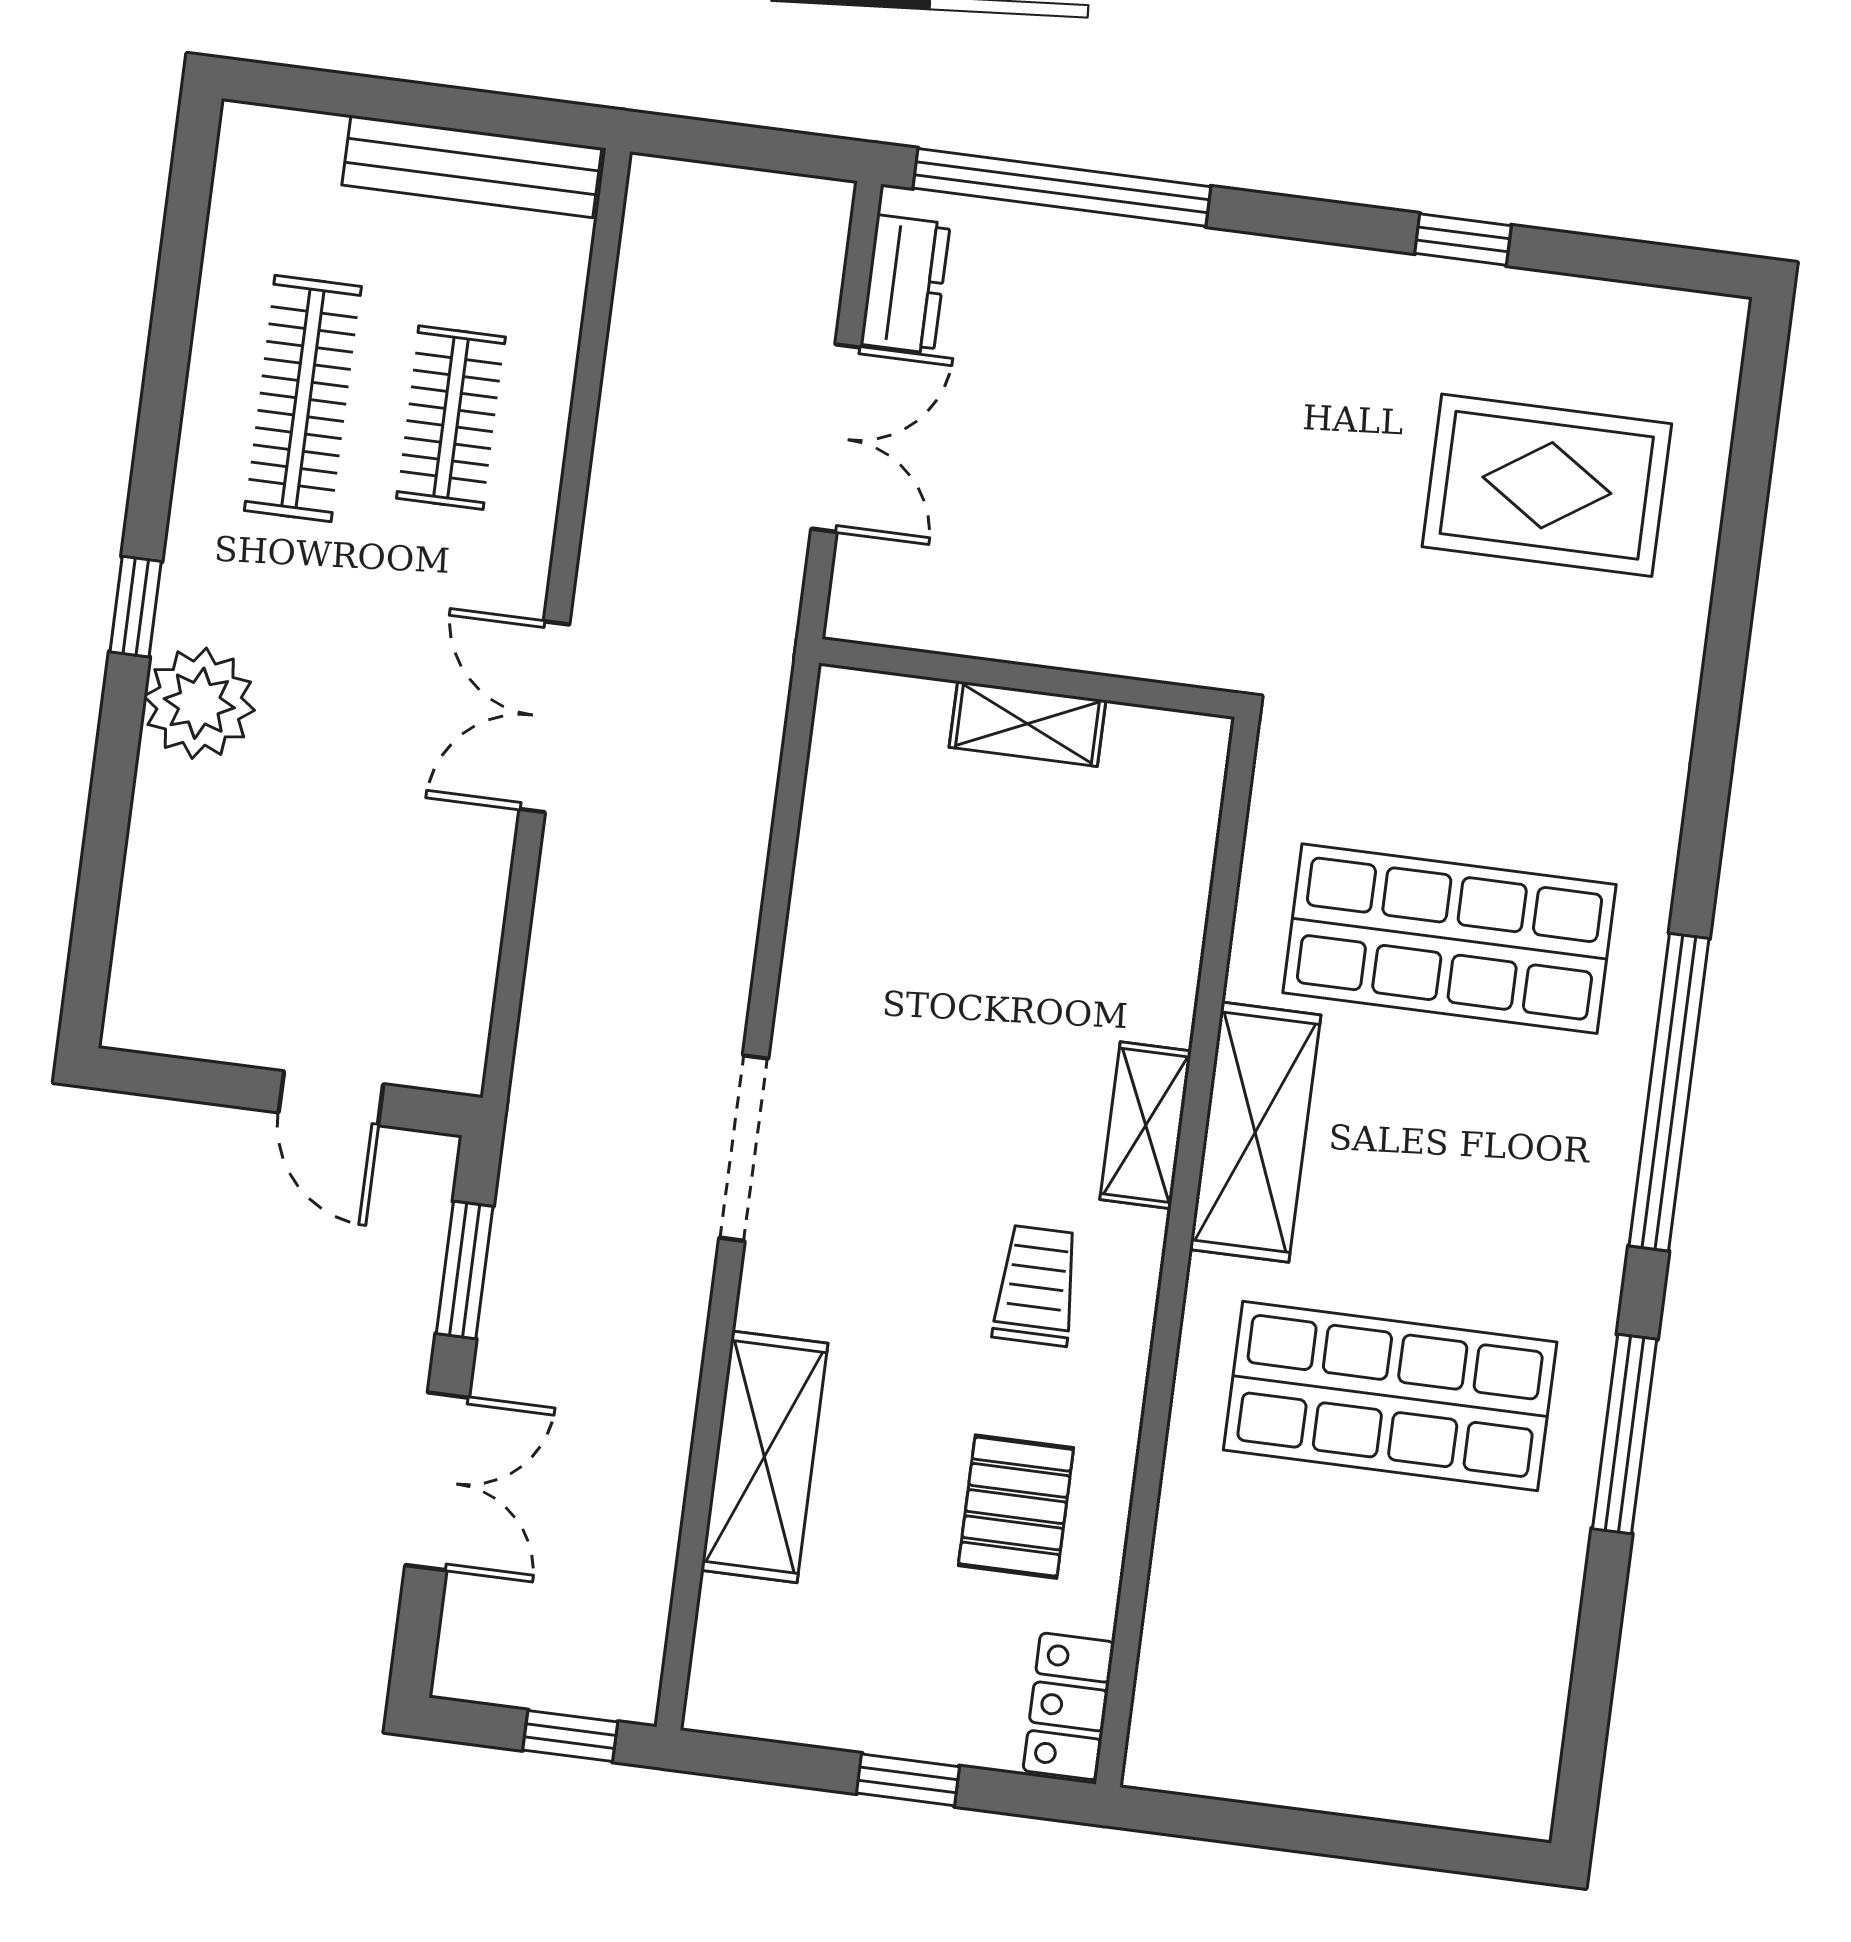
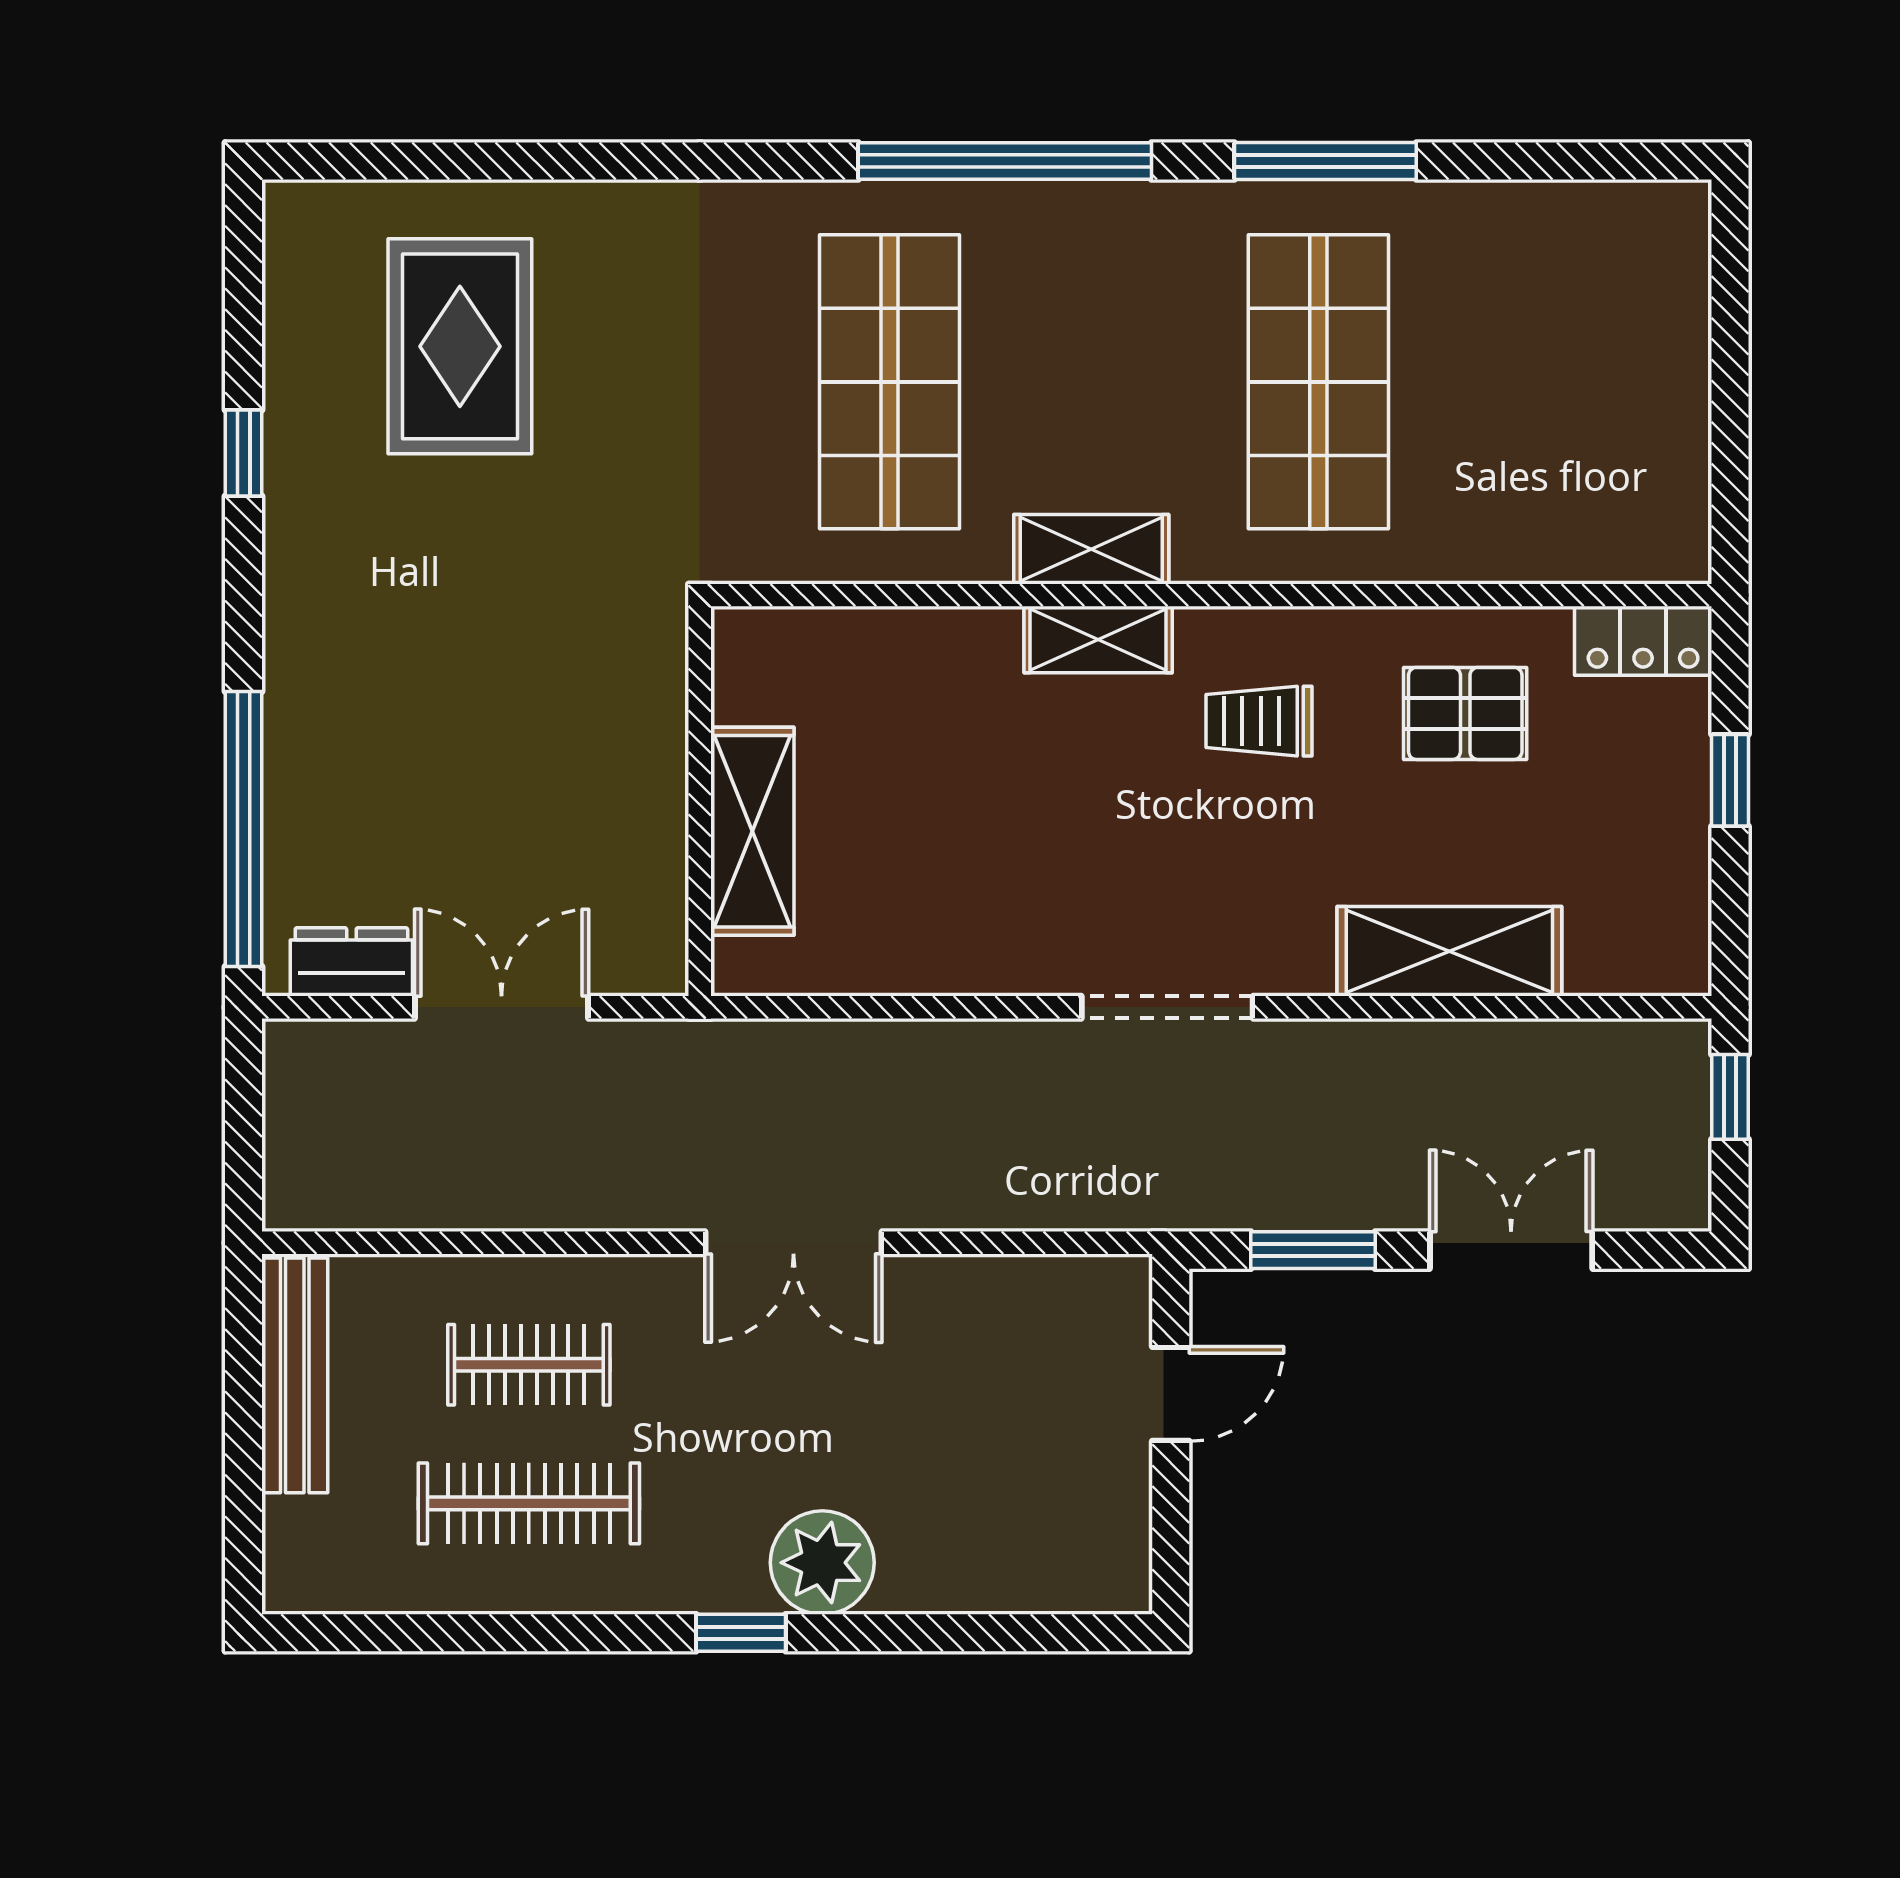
shelving: (1027, 724) -> (752, 831), width x1.50, depth x1.33
shelving: (1255, 1132) -> (1091, 549), width x0.67, depth x0.75

